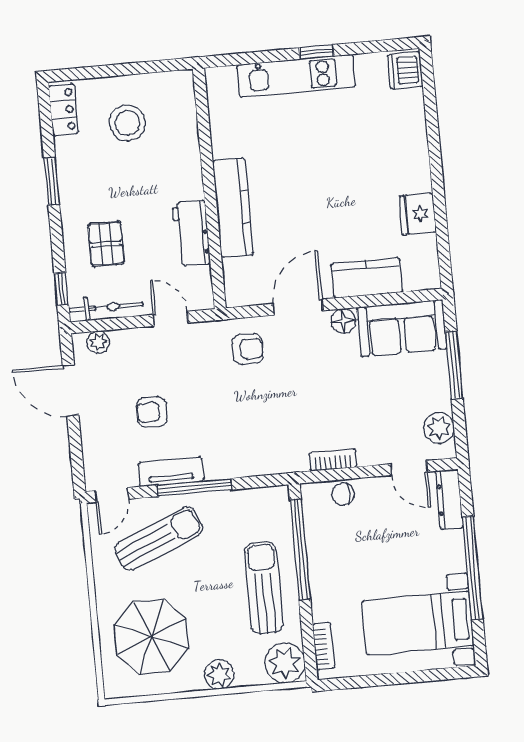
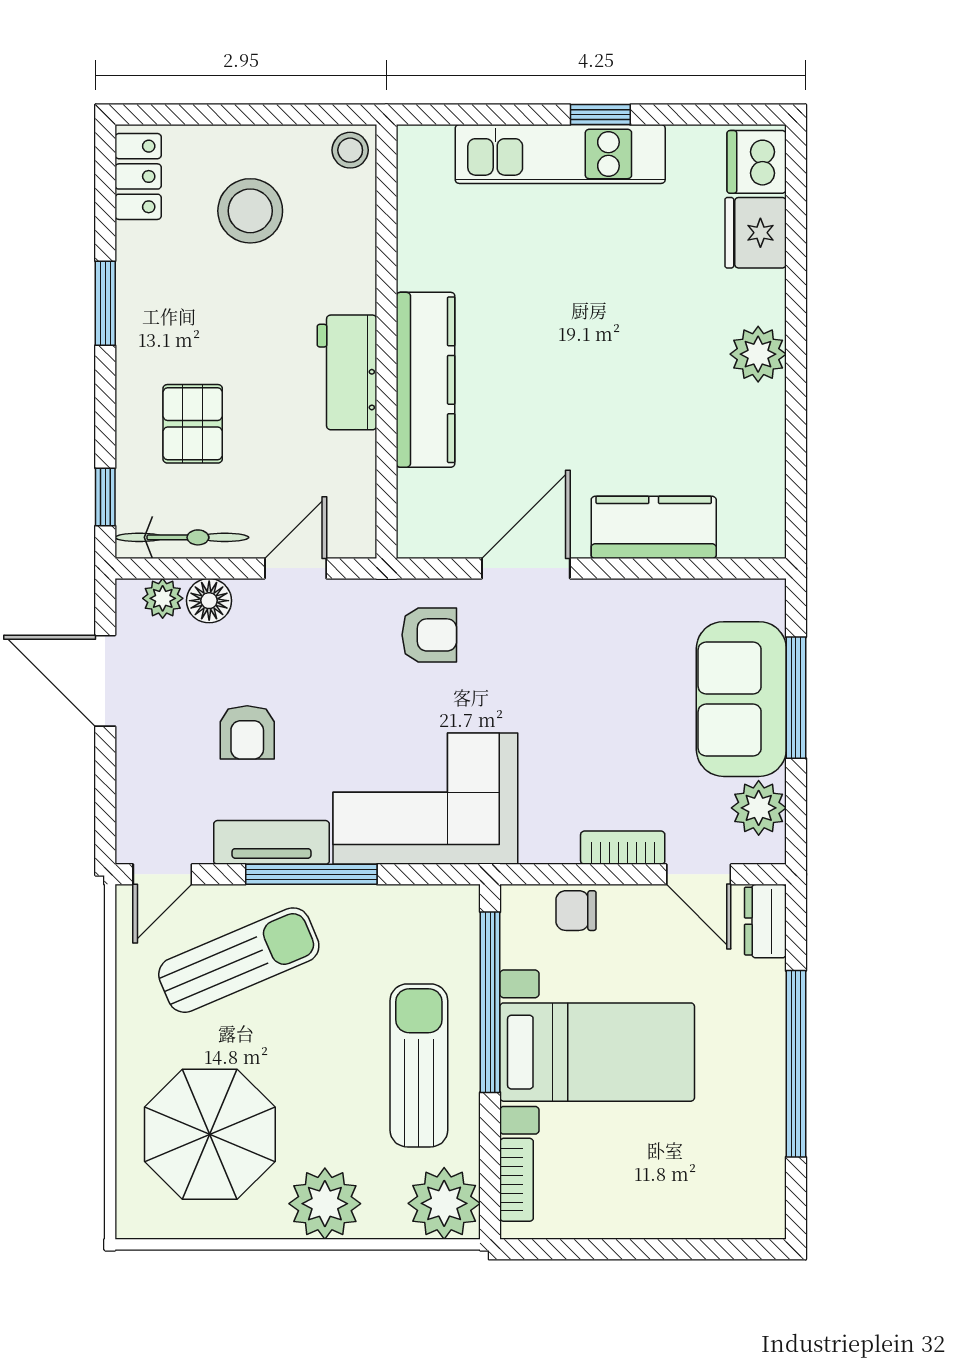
stool: (180, 84) -> (350, 150), added
plant: (416, 177) -> (758, 354), added
fridge: (418, 214) -> (756, 233), moved
workbench: (191, 233) -> (347, 372), moved
door: (170, 319) -> (296, 568), hinge flipped
floor lamp: (343, 321) -> (209, 601), moved
sofa: (402, 328) -> (741, 699), moved, turned 90
armchair: (152, 412) -> (247, 732), turned -90
corner sofa: (254, 440) -> (425, 799), added
bookcase: (333, 460) -> (623, 848), moved
dresser: (449, 499) -> (765, 921), width x0.70
bed with nightstands: (418, 623) -> (597, 1052), moved, turned 180
plant: (219, 674) -> (325, 1204), width x1.36, depth x1.36

